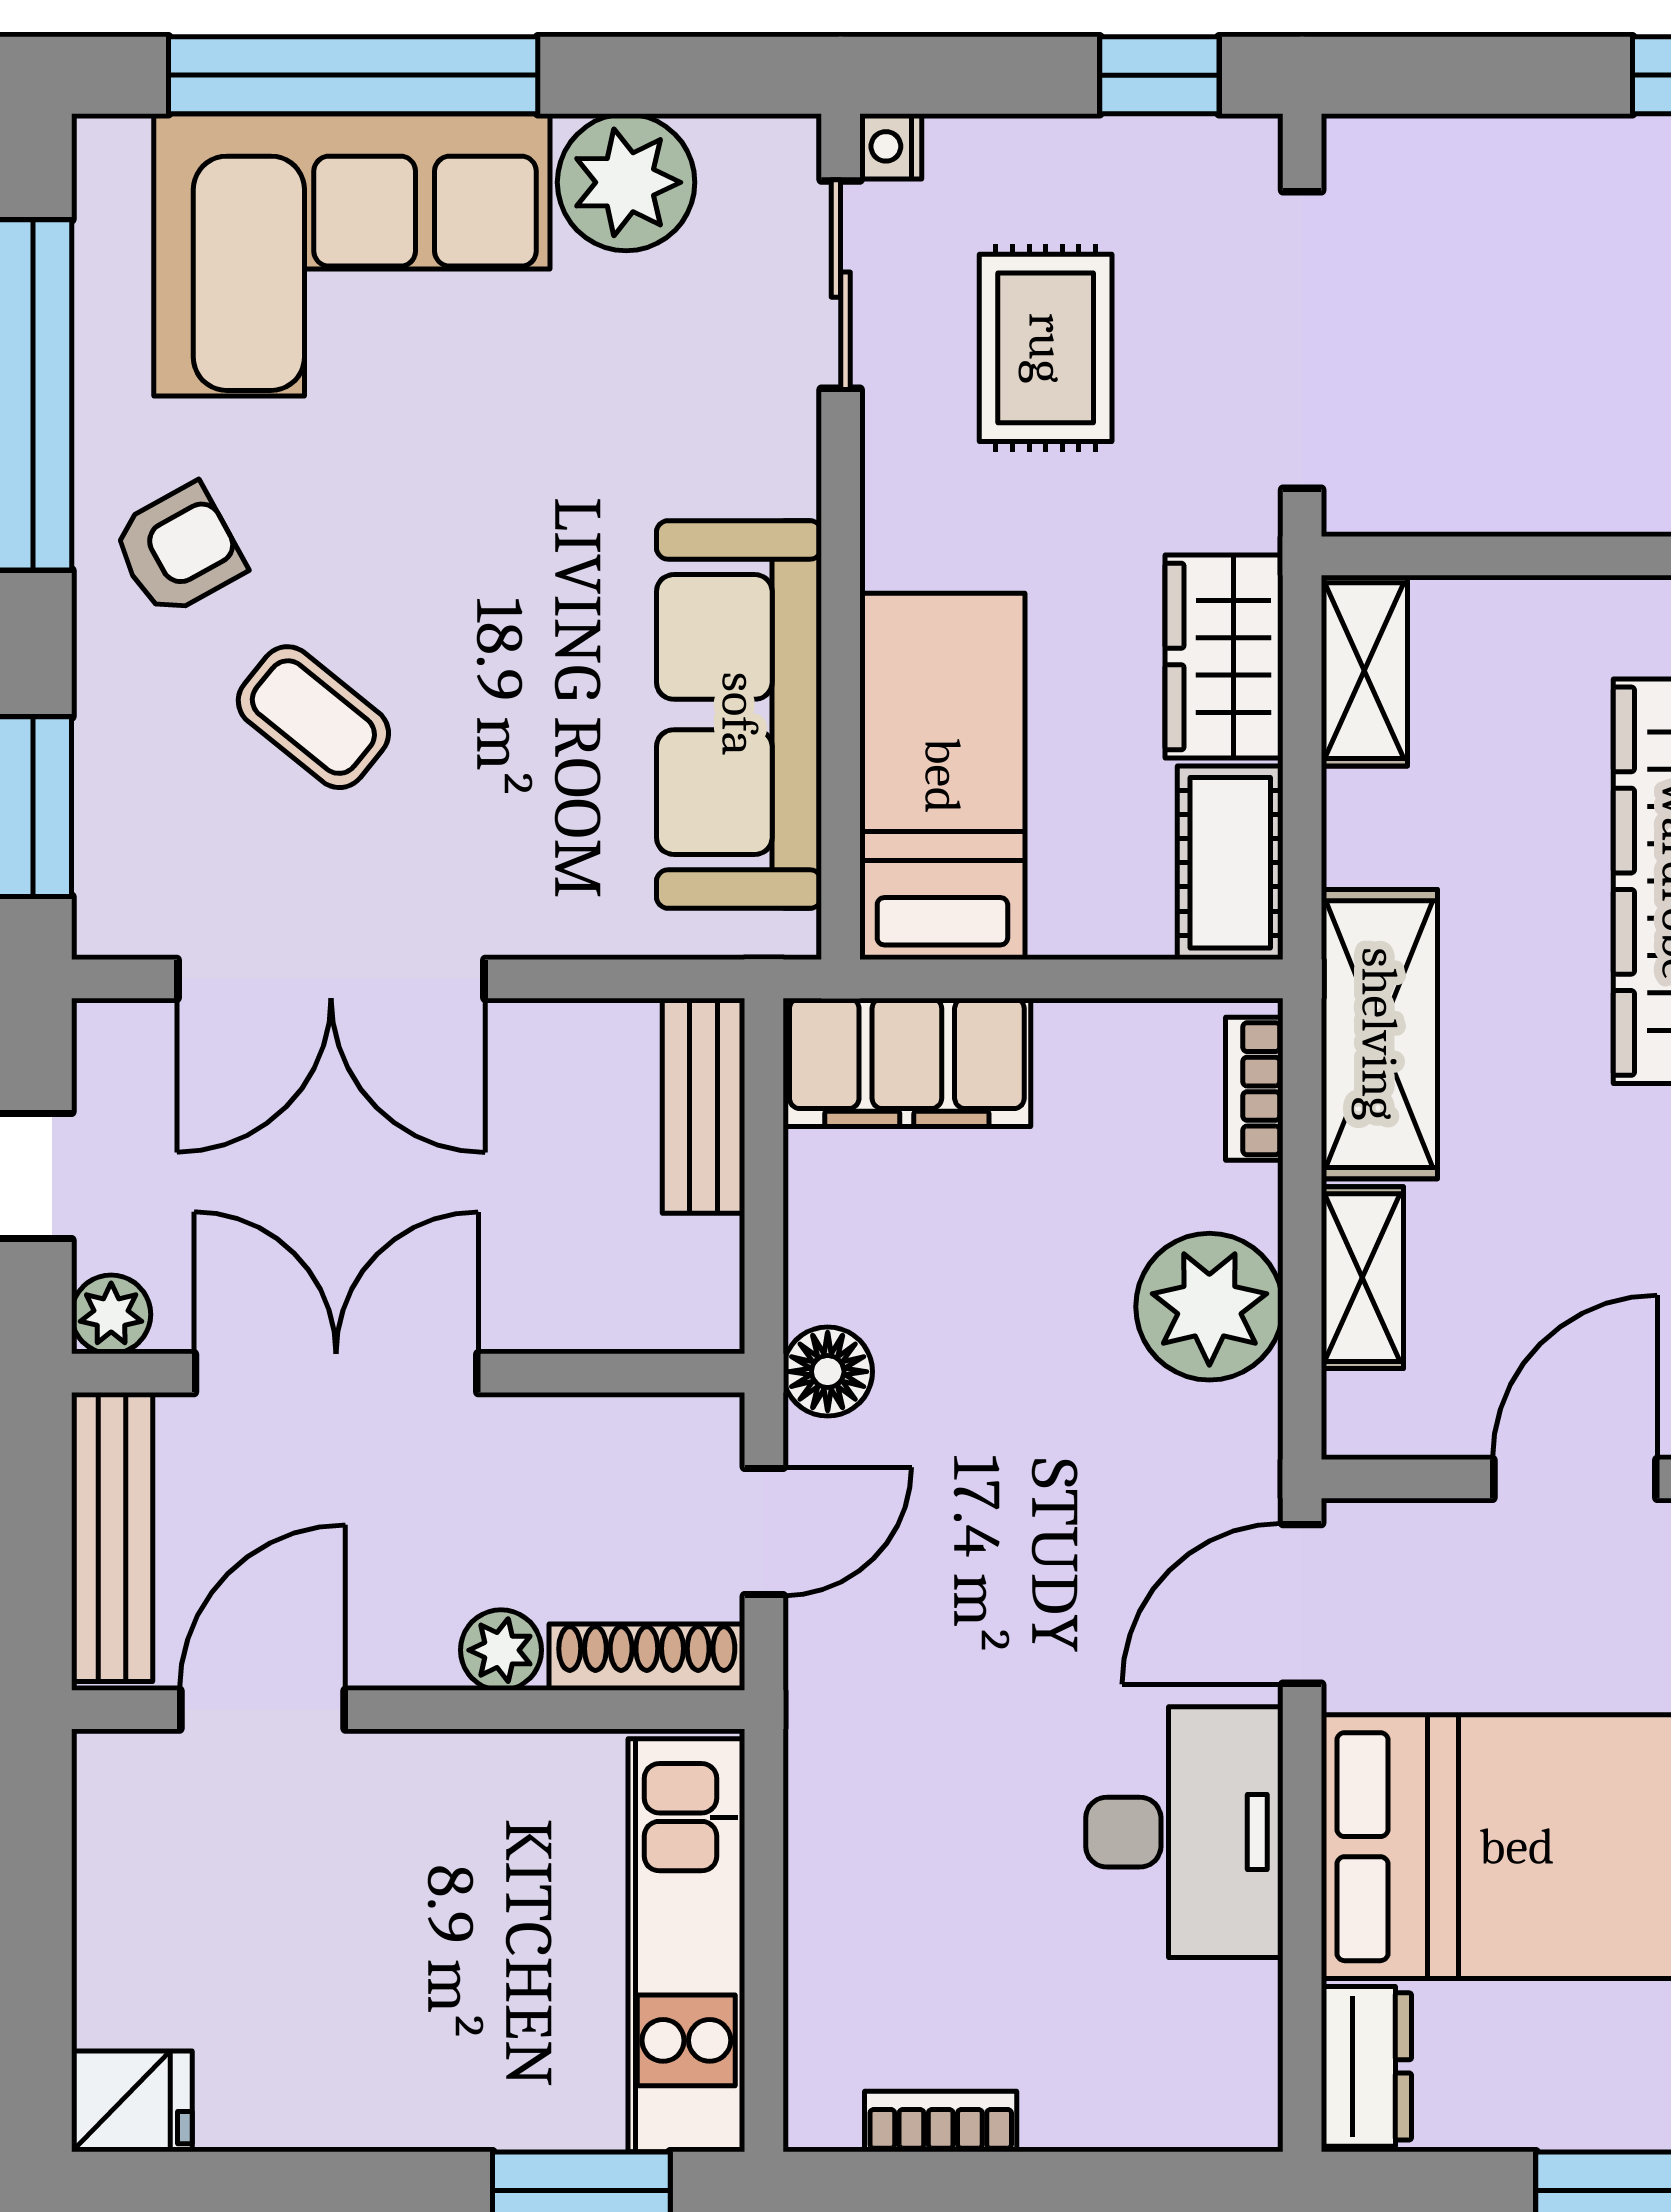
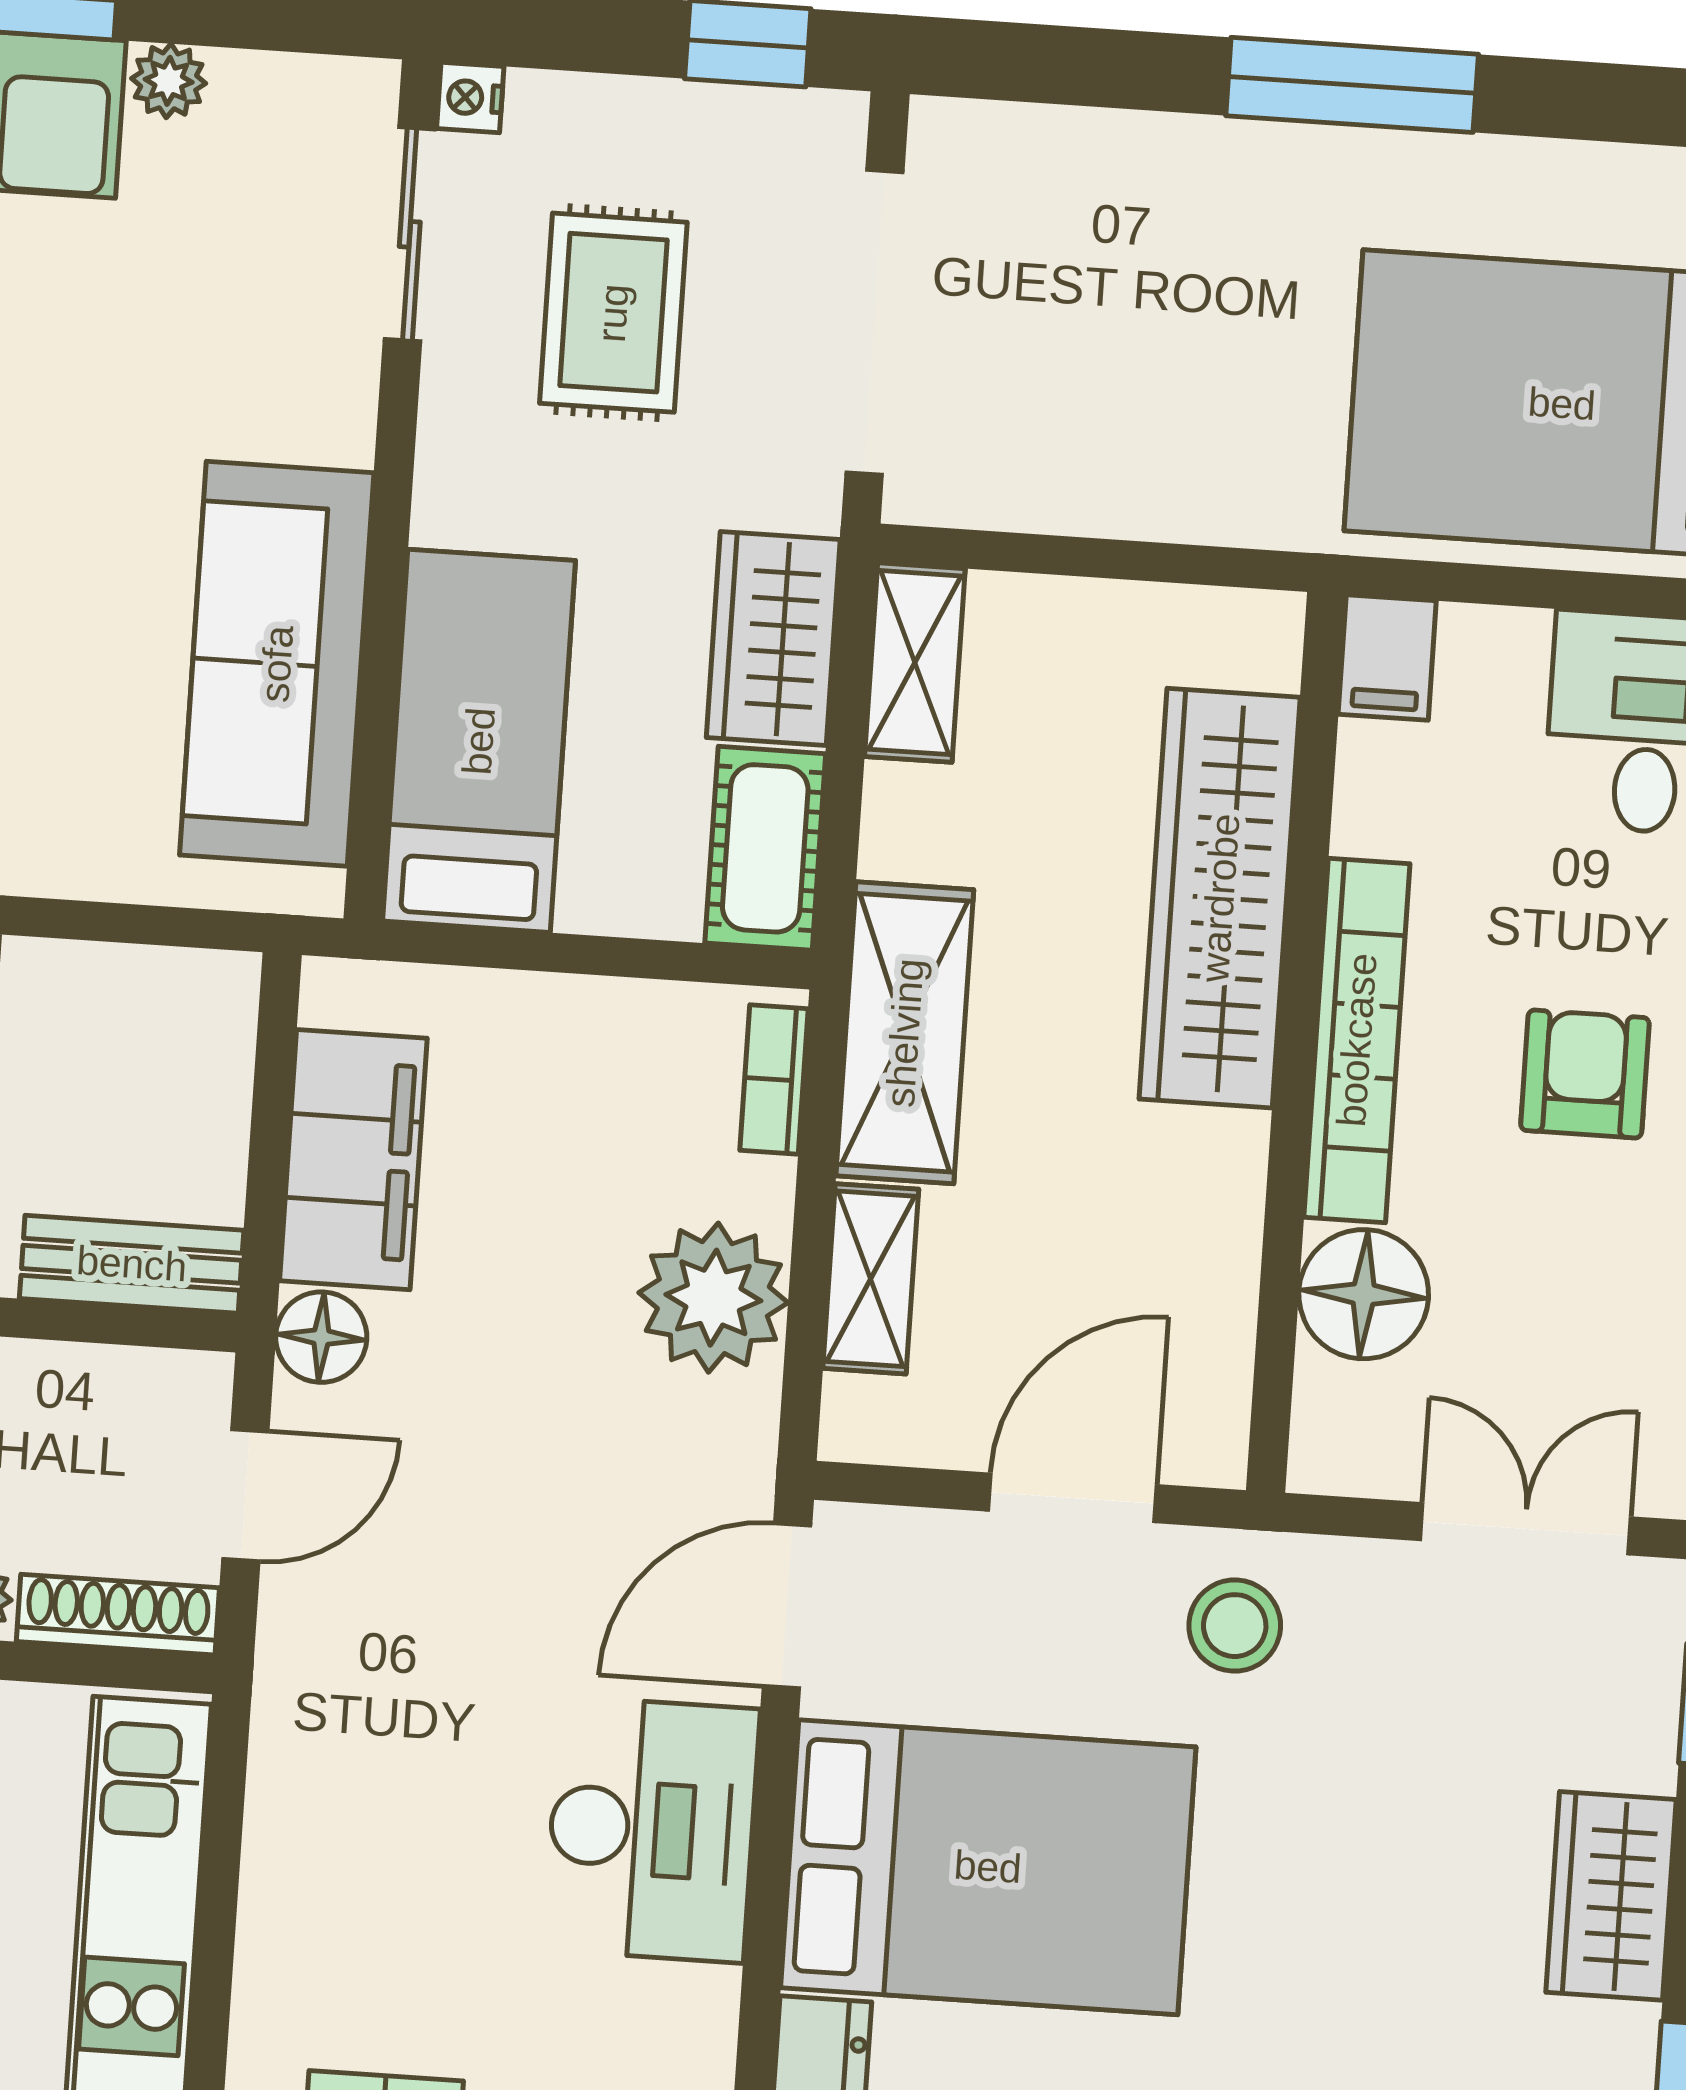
plant: (626, 182) -> (169, 81), width x0.53, depth x0.53
filing cabinet: (907, 1062) -> (353, 1160), moved, turned -90
bench: (703, 1106) -> (132, 1264), moved, turned 90

